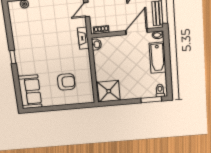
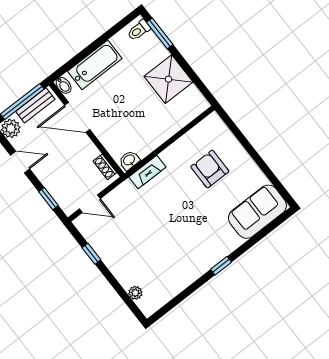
fireplace: (83, 38) -> (147, 172), moved
shower: (109, 91) -> (168, 79), moved

